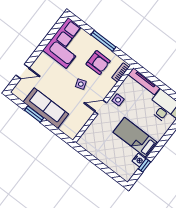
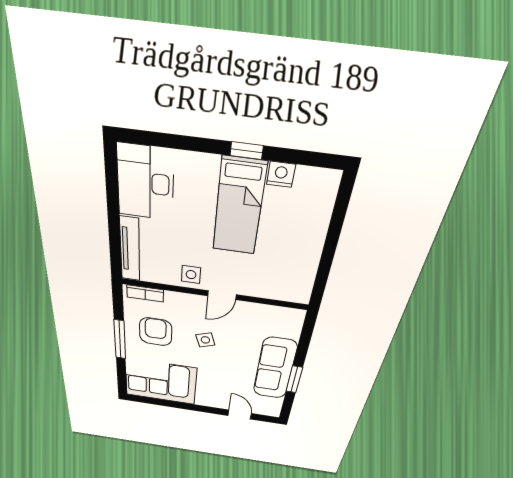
door: (101, 107) -> (222, 295), hinge flipped
window: (144, 165) -> (247, 151), moved

